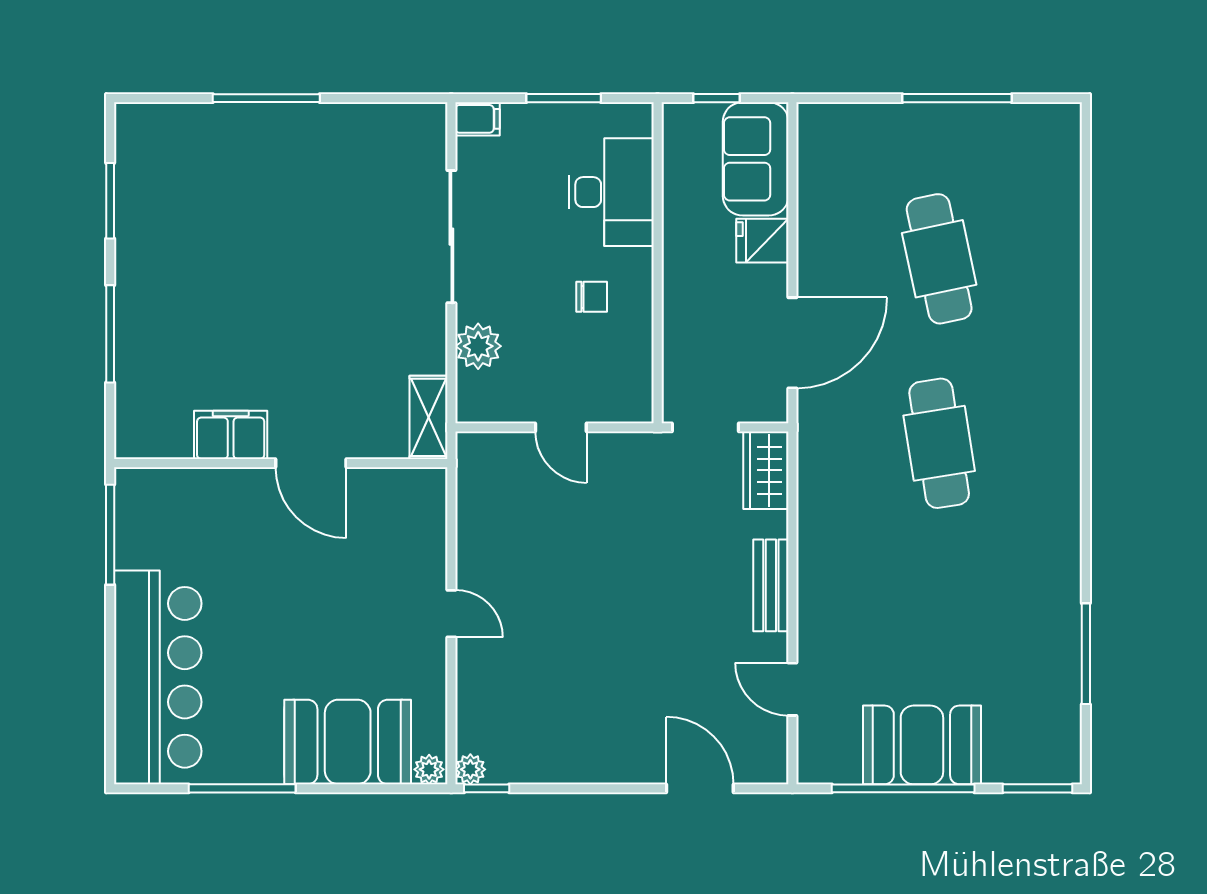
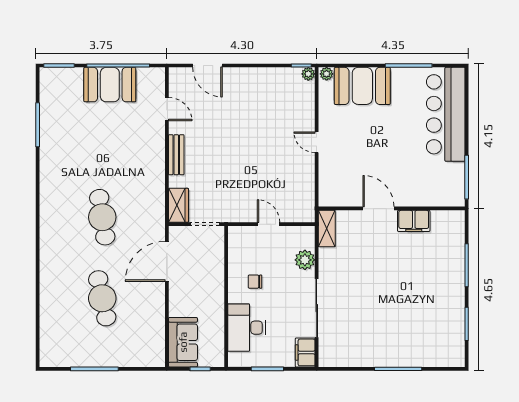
filing cabinet: (477, 119) -> (305, 352), width x2.00
fridge: (762, 241) -> (180, 306), removed

